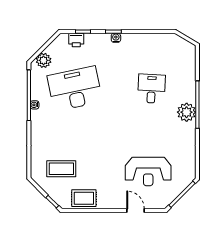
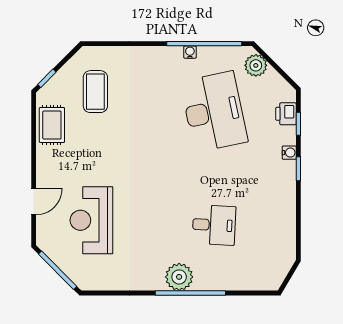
water cooler: (116, 38) -> (289, 153), moved

